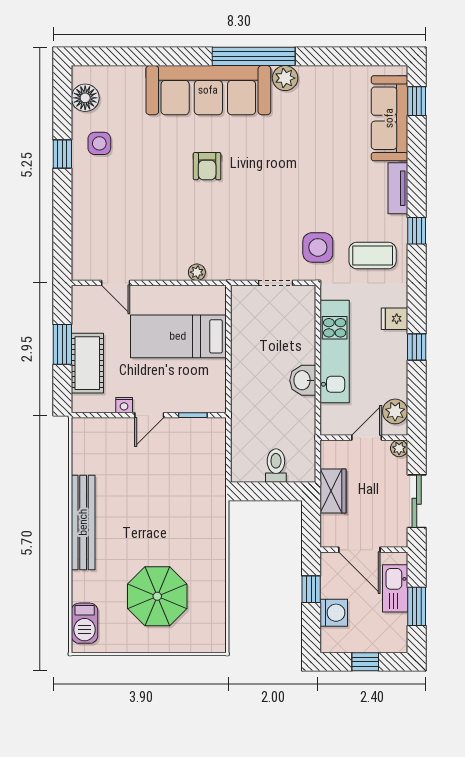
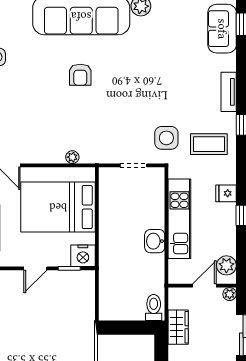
sofa: (389, 118) -> (222, 29), width x0.73
bed: (178, 336) -> (58, 207), width x1.50
nightstand: (124, 405) -> (83, 256), moved, width x1.89, depth x1.79
toilet: (276, 466) -> (154, 307), moved

